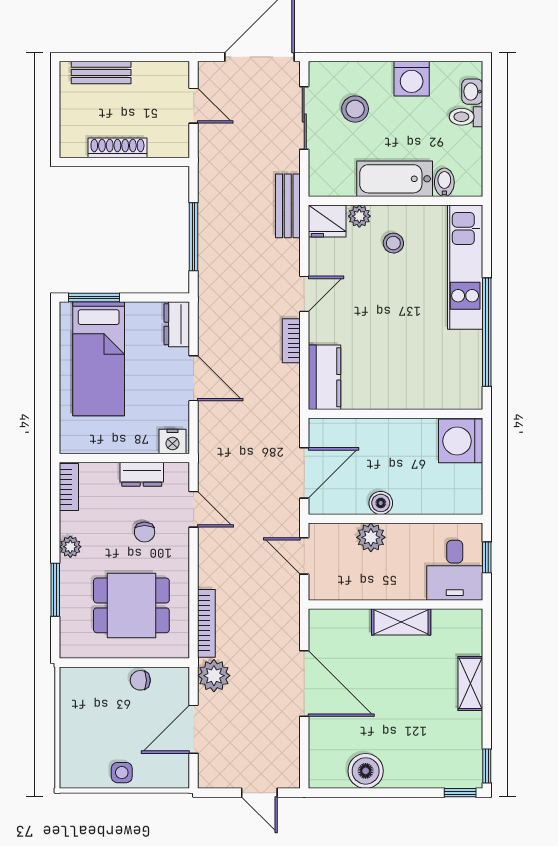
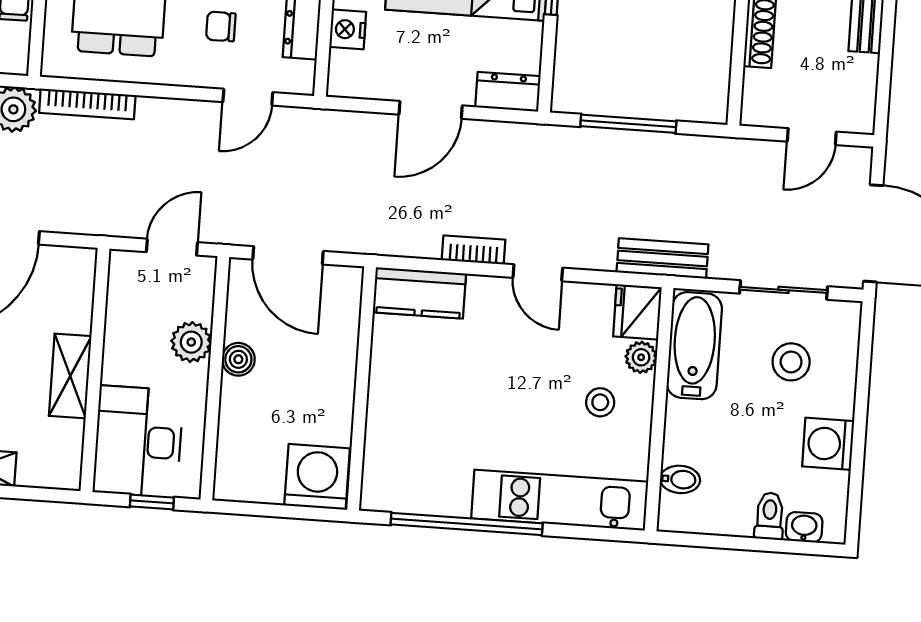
bathtub: (395, 179) -> (694, 346), moved
nightstand: (173, 442) -> (348, 29), moved
desk: (455, 570) -> (138, 441), width x1.37

